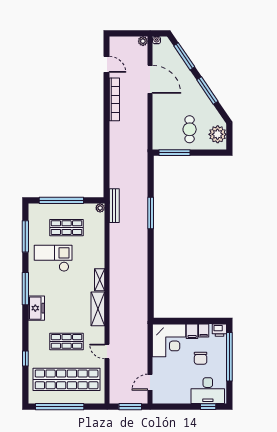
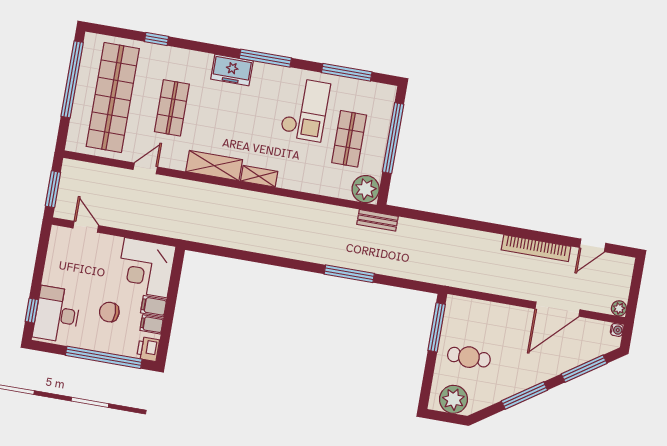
bench: (114, 206) -> (378, 220), width x0.73
plant: (100, 208) -> (366, 189), width x1.87, depth x1.87

